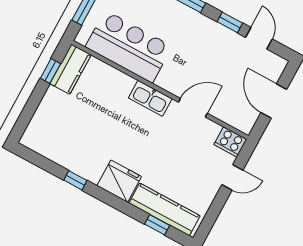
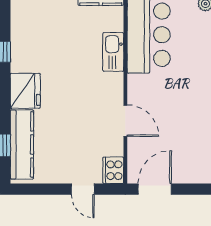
kitchen sink: (150, 98) -> (113, 52), moved
door: (274, 101) -> (155, 189), moved

